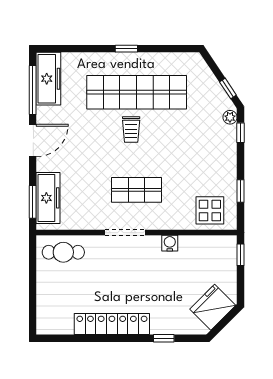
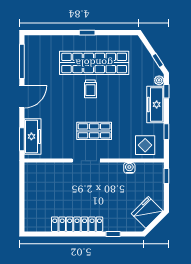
freezer: (48, 79) -> (155, 105), moved, turned 180
water cooler: (170, 243) -> (129, 168), moved
cafe table: (63, 252) -> (43, 174), removed

